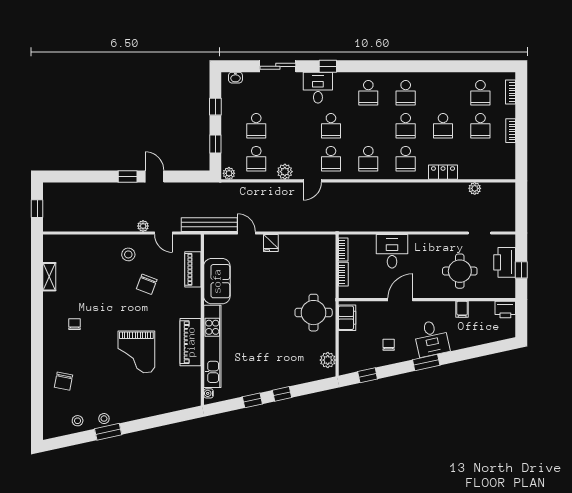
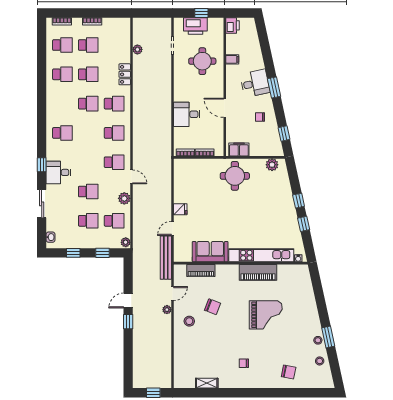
school desk: (406, 93) -> (62, 74), moved
school desk: (331, 126) -> (88, 192), moved

